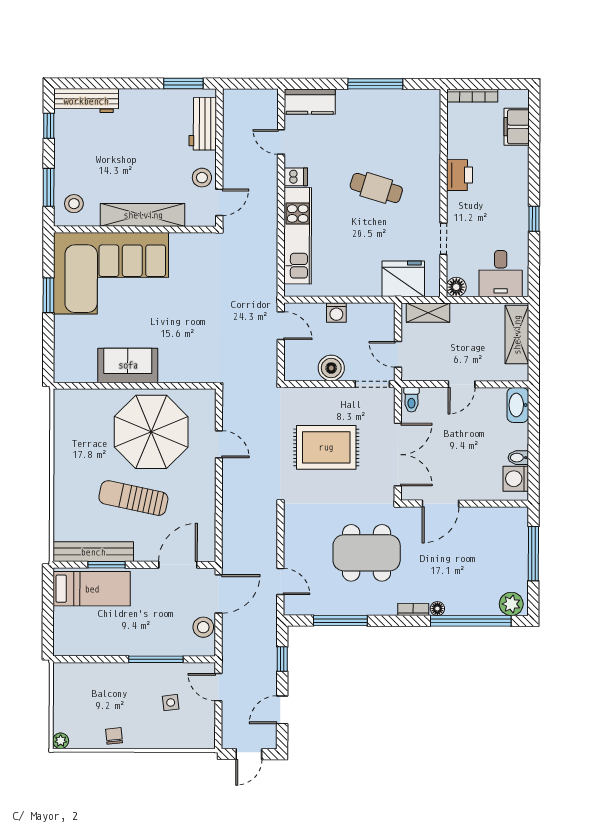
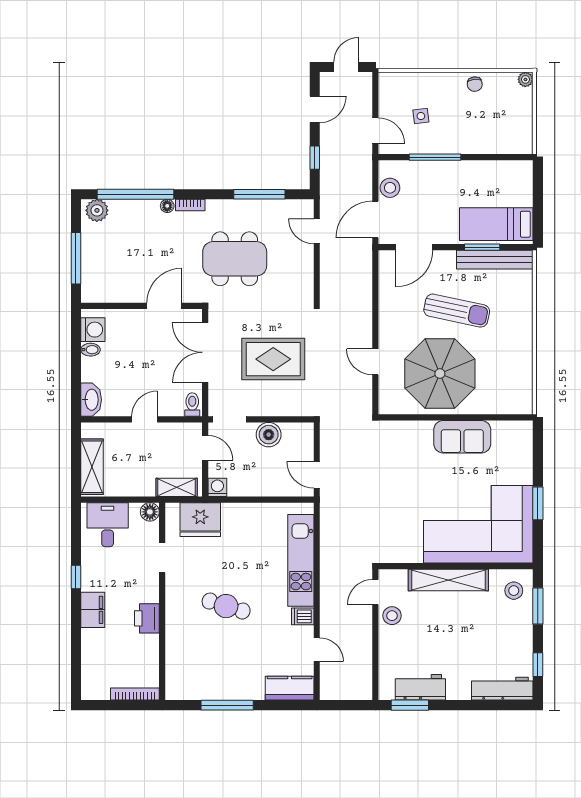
workbench: (203, 124) -> (420, 687), moved, turned -90
filing cabinet: (517, 127) -> (93, 610), moved
washing machine: (336, 313) -> (217, 487), moved

